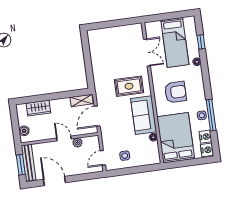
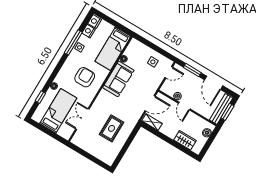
rug: (129, 86) -> (111, 128), moved, turned 90
armchair: (175, 92) -> (85, 77), turned 90
bed: (176, 138) -> (113, 49), width x0.67
window: (83, 177) -> (192, 70), added

